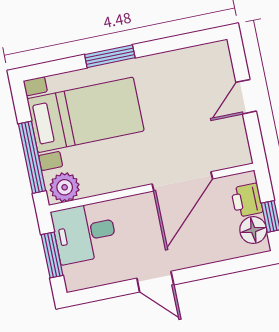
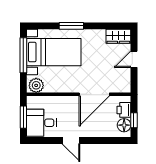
wardrobe: (206, 58) -> (118, 36), added
window: (32, 157) -> (23, 55), moved
desk: (84, 233) -> (41, 123), moved

